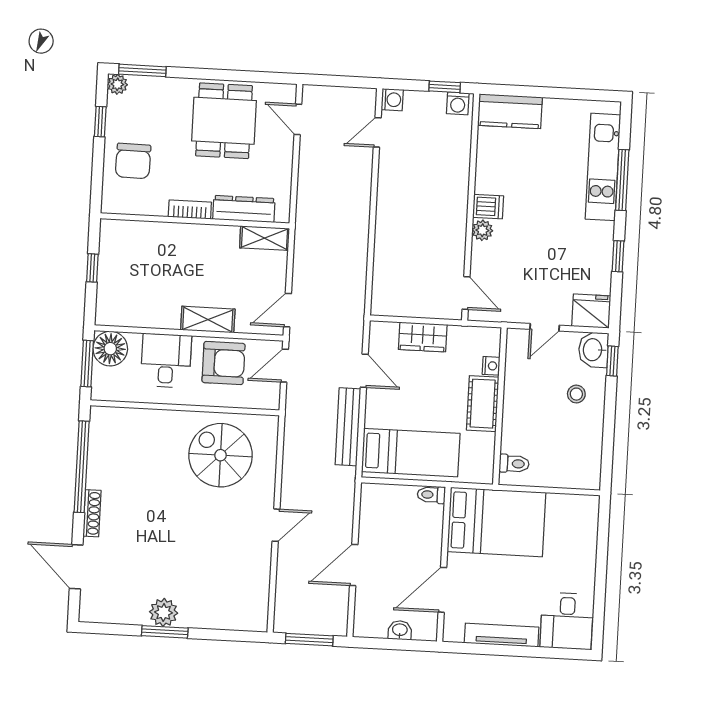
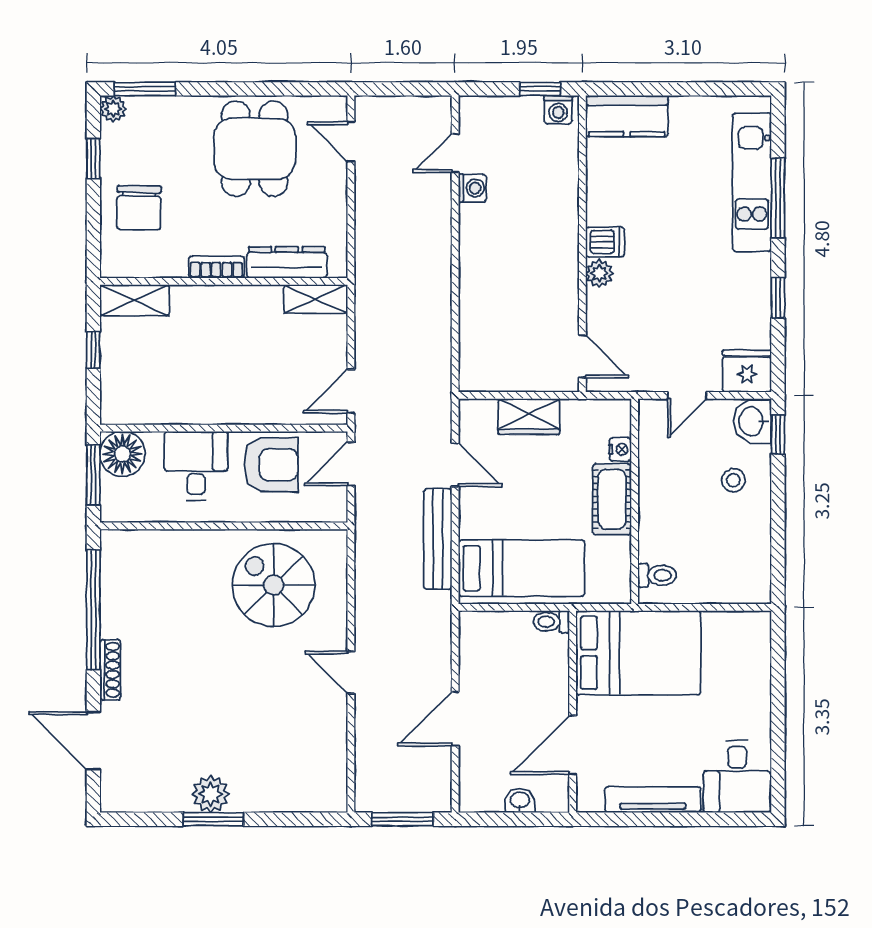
washing machine: (392, 100) -> (472, 188), moved
shelving: (208, 320) -> (135, 300), moved
door: (276, 525) -> (351, 672), swing flipped

